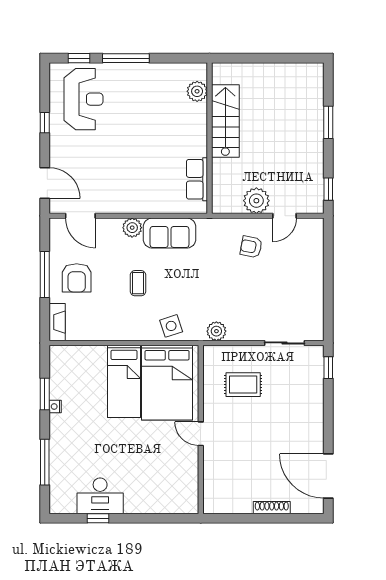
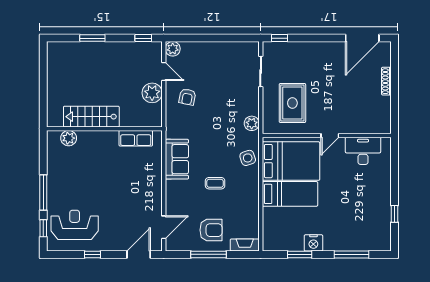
plant: (132, 228) -> (173, 49), moved
rug: (243, 385) -> (292, 103), width x1.36, depth x1.43
nightstand: (55, 407) -> (313, 243), width x1.89, depth x1.79
desk: (100, 496) -> (363, 151), moved, turned -90

